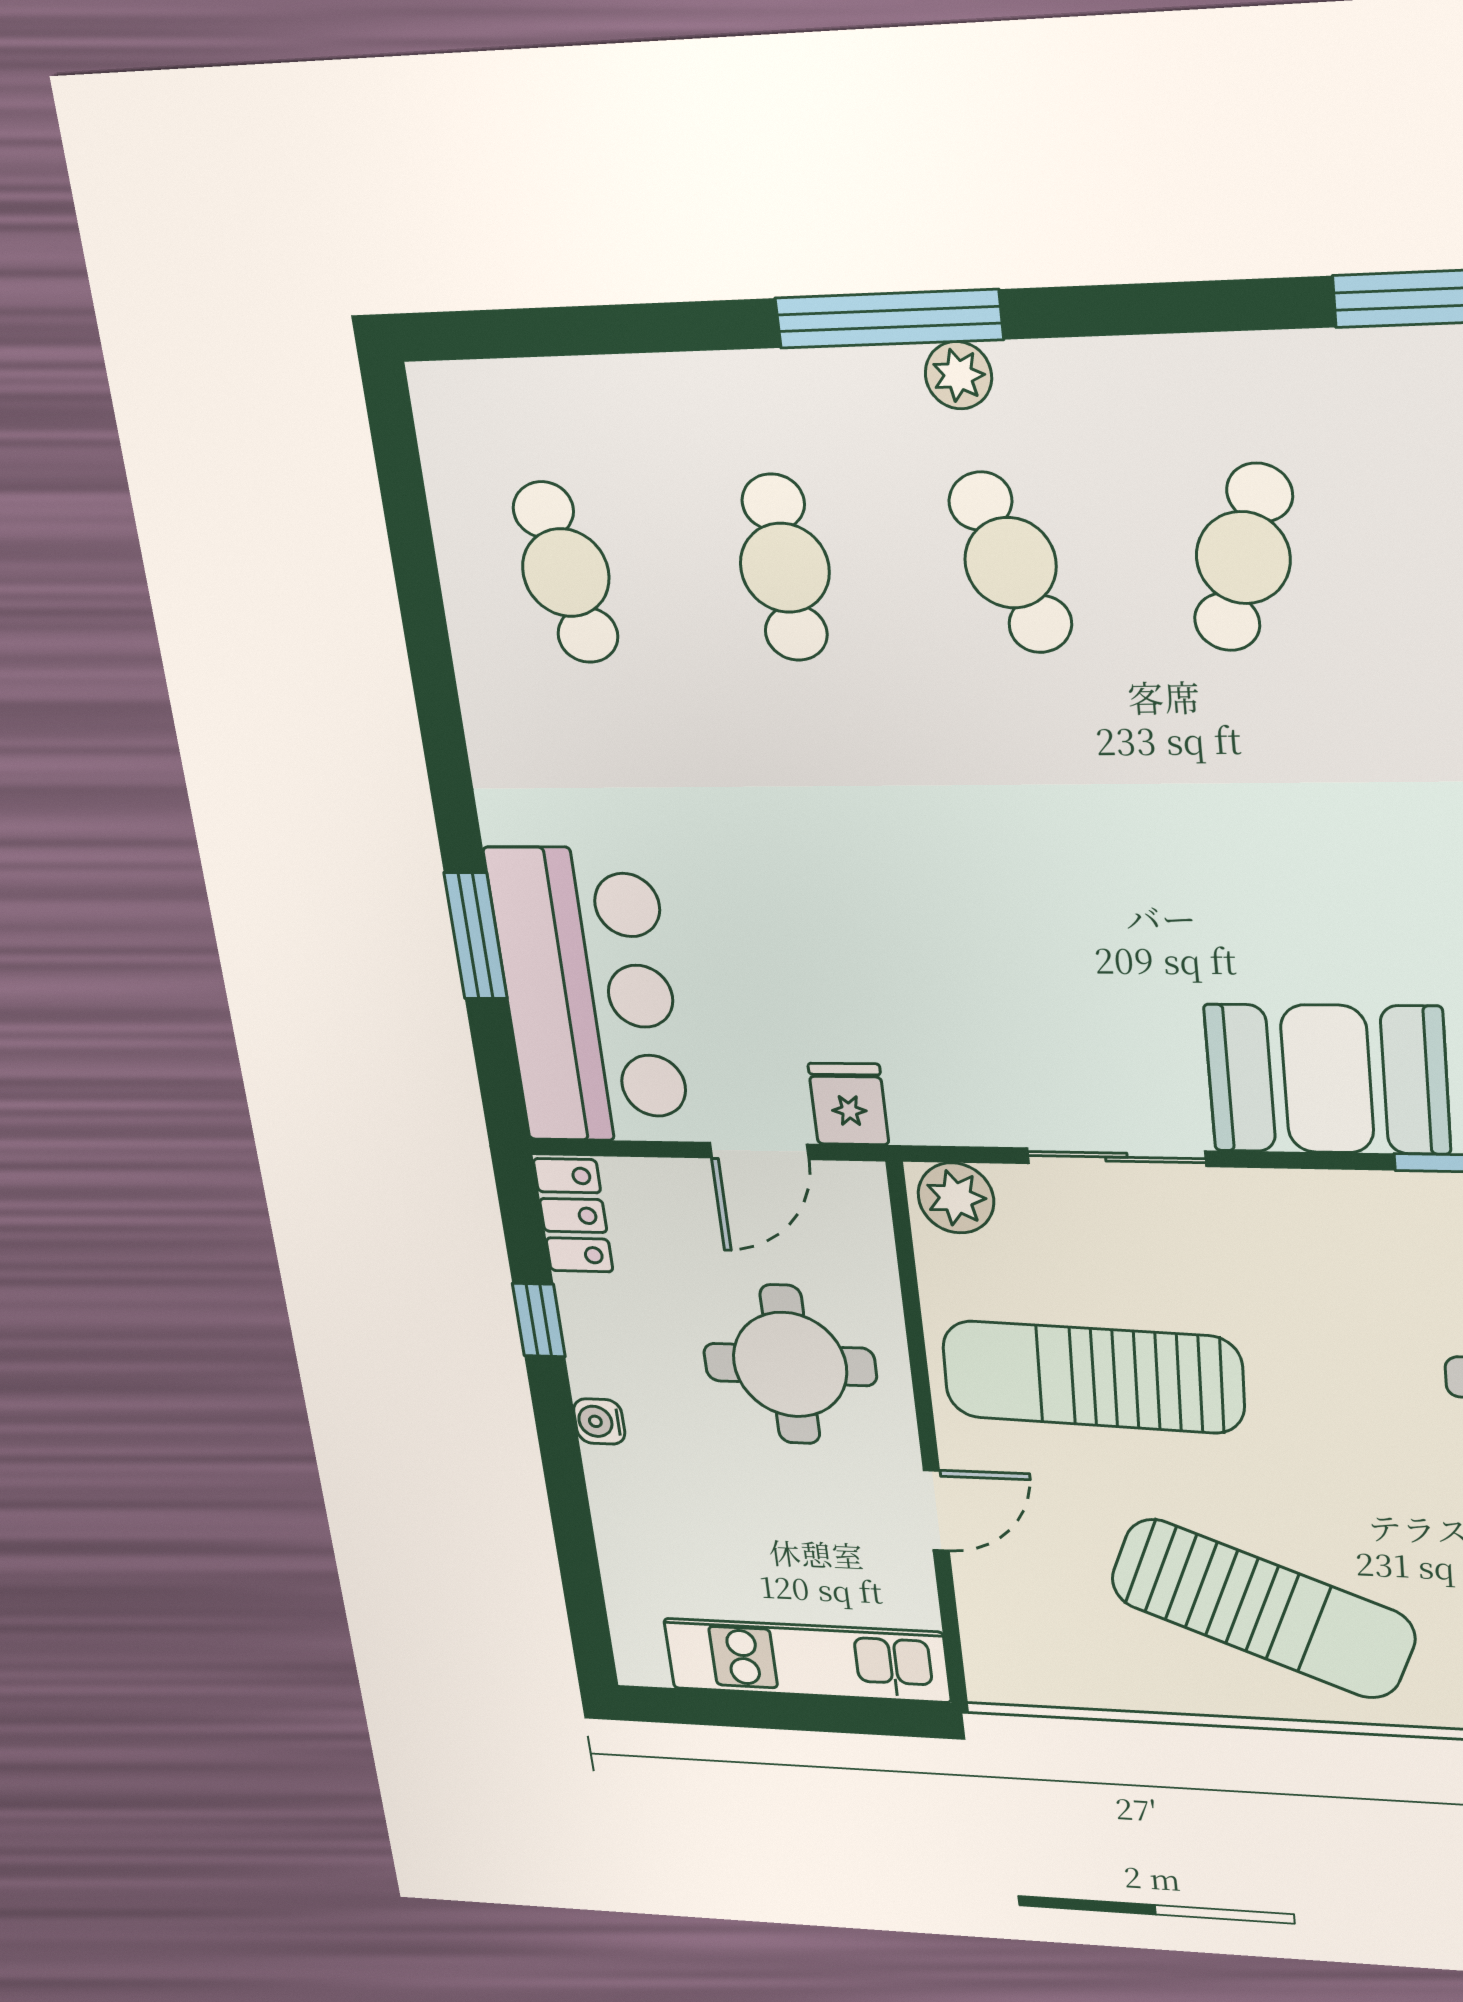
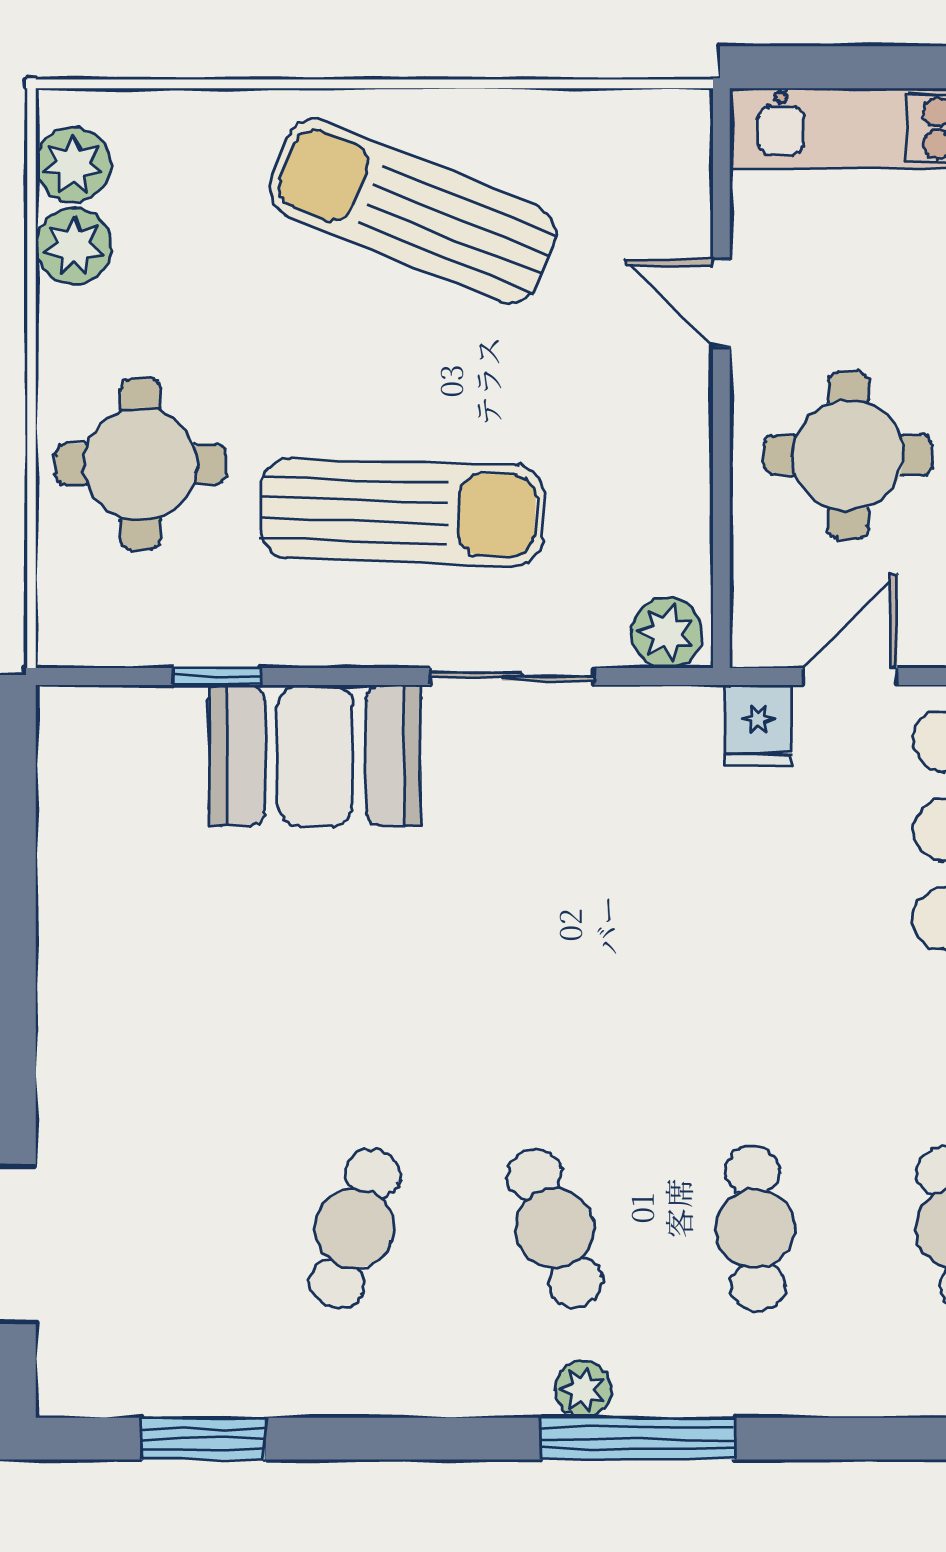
sun lounger: (1093, 1377) -> (402, 512), moved
door: (936, 1510) -> (721, 303), hinge flipped

